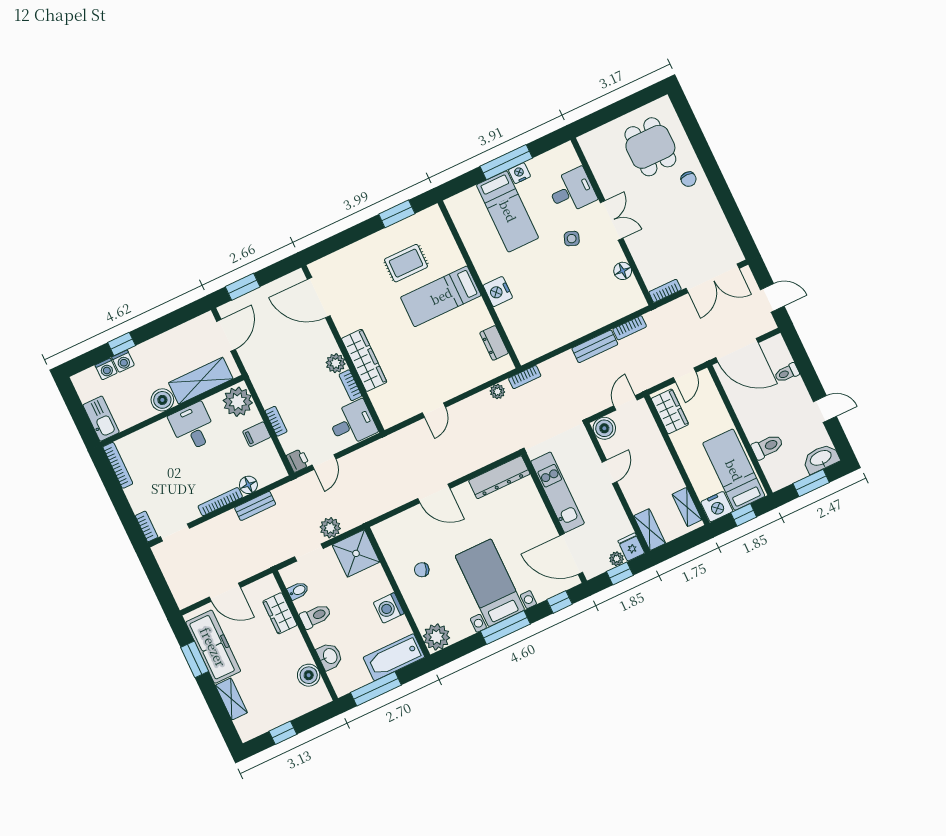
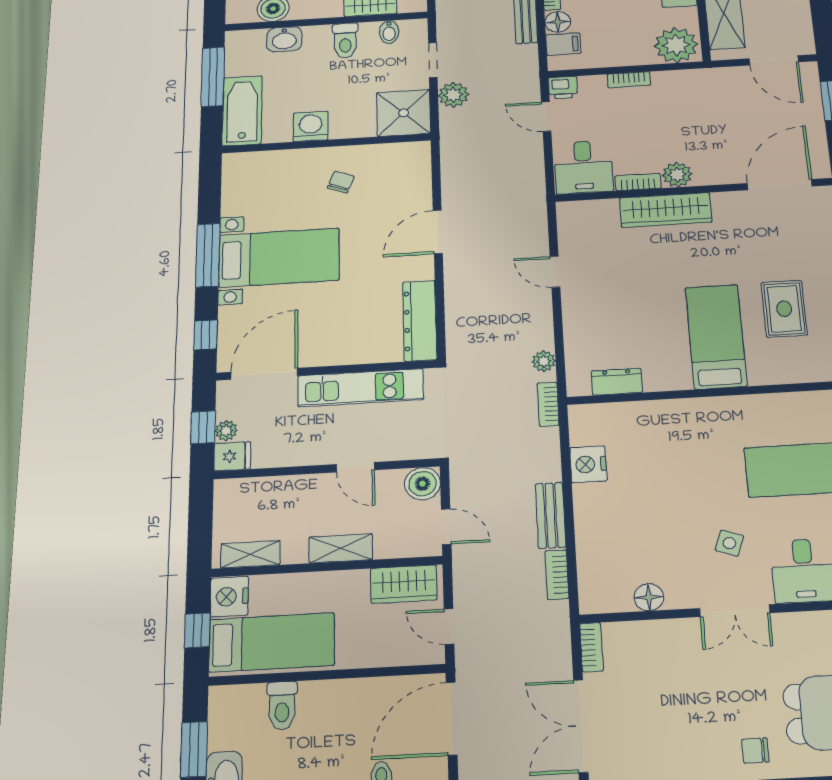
nightstand: (498, 292) -> (588, 464), moved, turned -90
filing cabinet: (257, 434) -> (563, 44), moved, turned 90
shelving: (650, 530) -> (341, 548), moved
plant: (437, 637) -> (241, 169), removed

